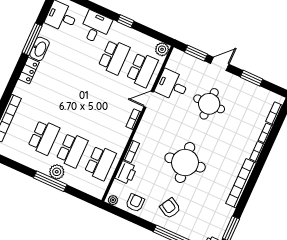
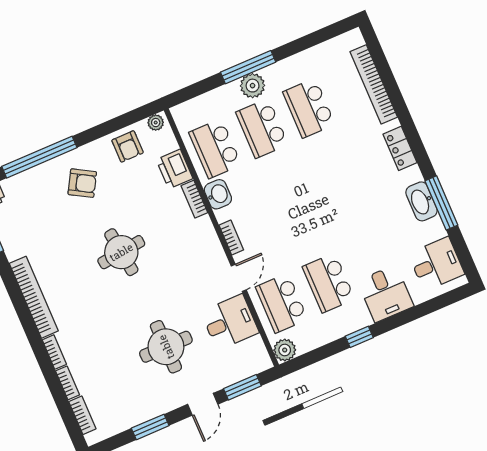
locker: (29, 71) -> (400, 148), moved
washbasin: (120, 143) -> (218, 194), added
round table: (185, 162) -> (121, 252), width x0.73, depth x0.73

